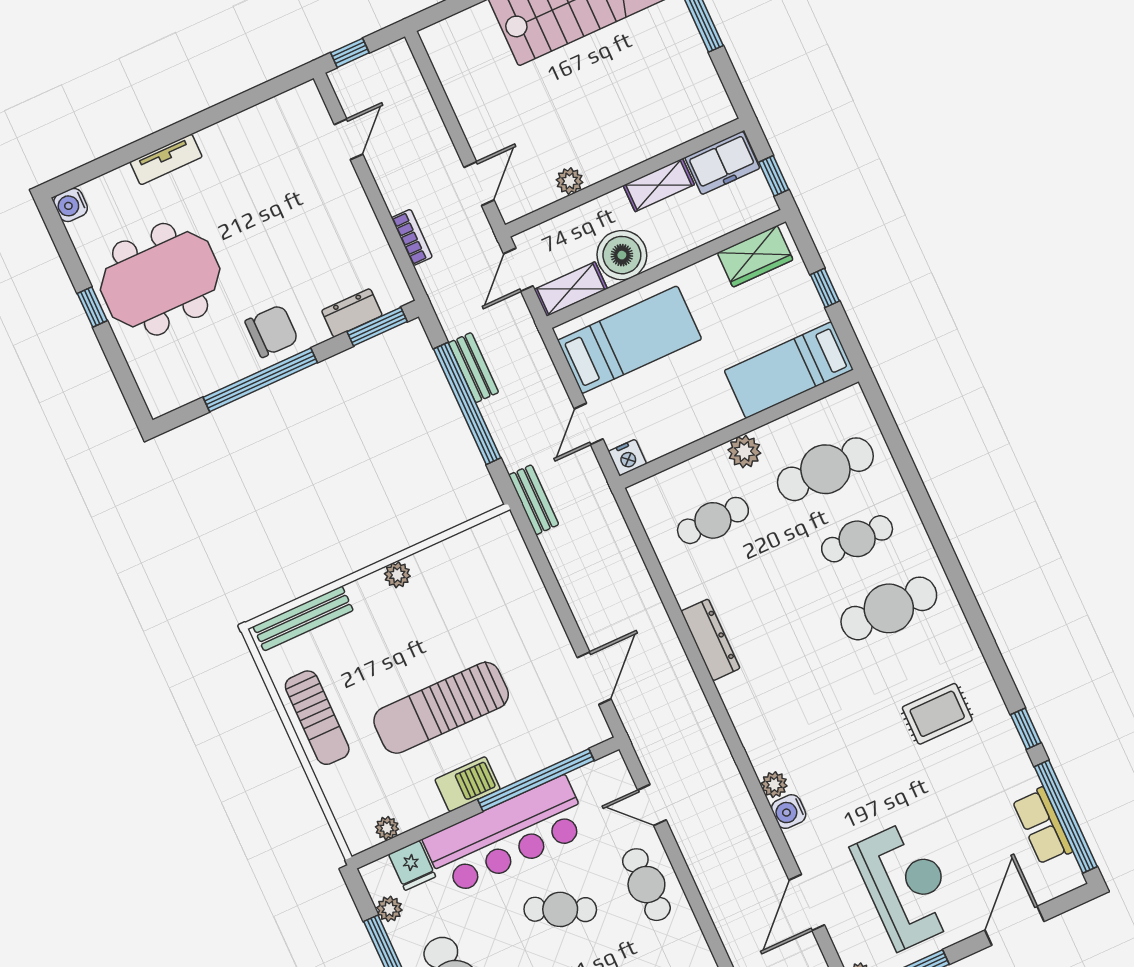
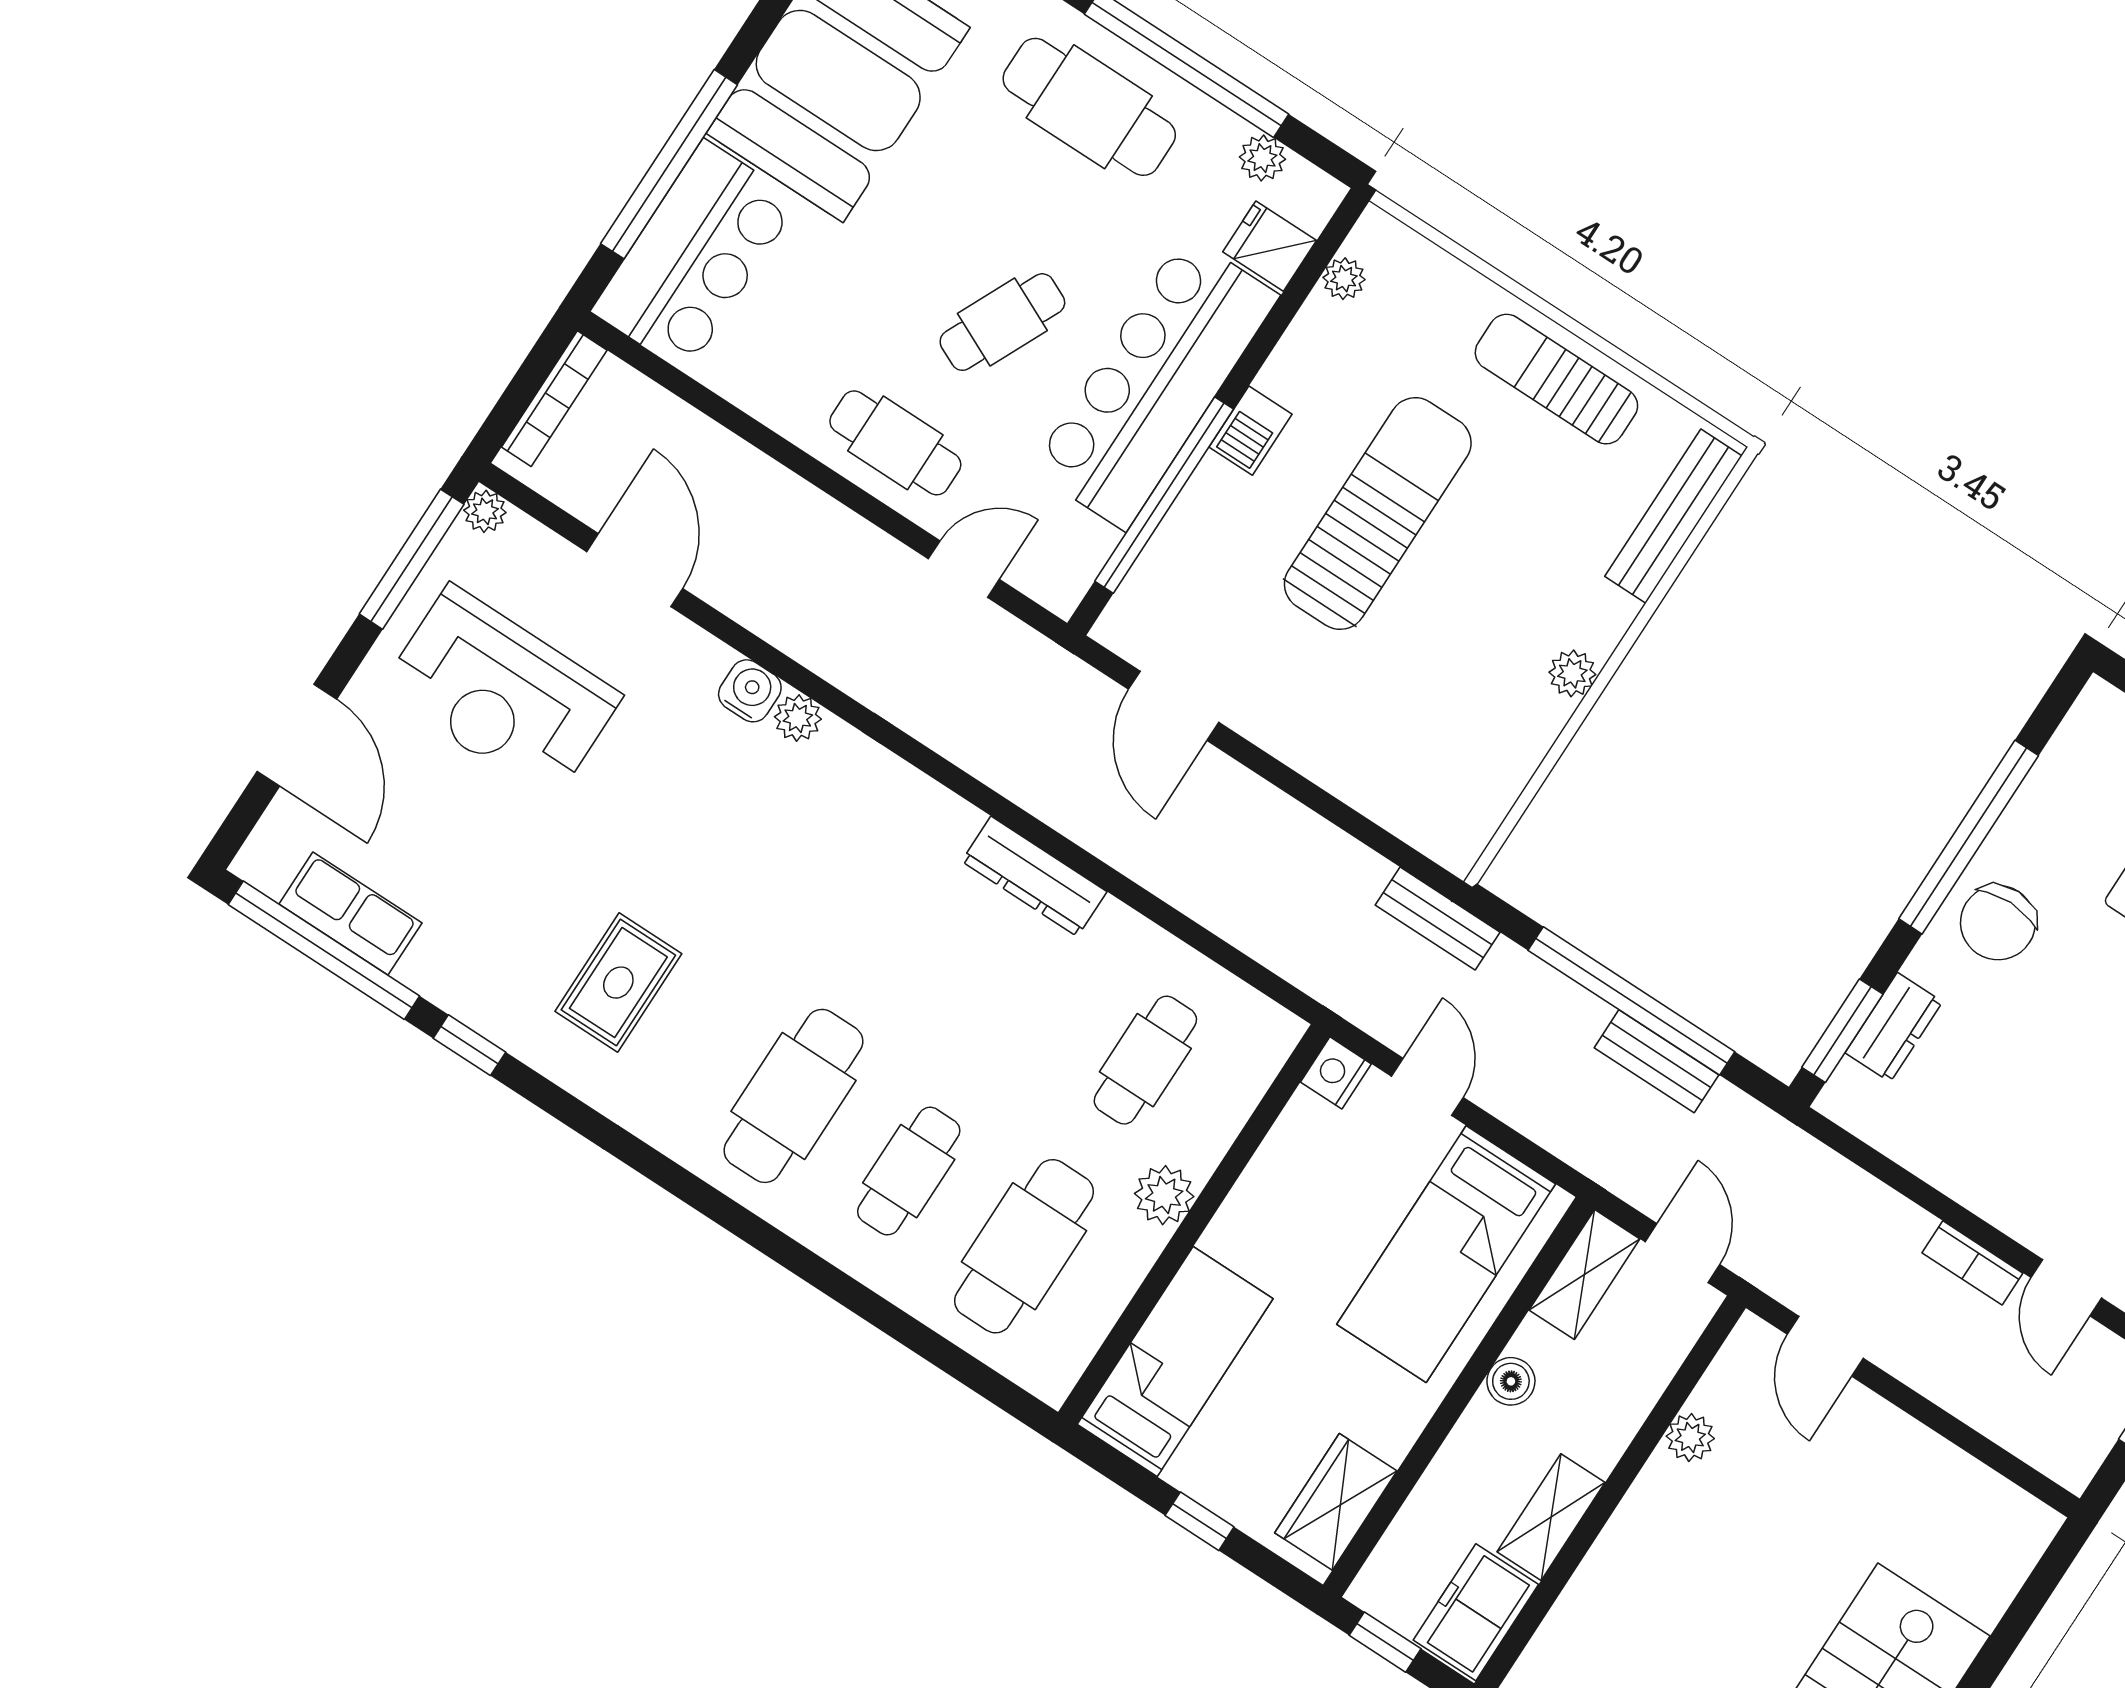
bookcase: (412, 237) -> (1972, 1263), moved
boiler: (622, 255) -> (1511, 1381), width x0.54, depth x0.54
barbecue: (468, 784) -> (1251, 431), width x0.73, depth x0.79

